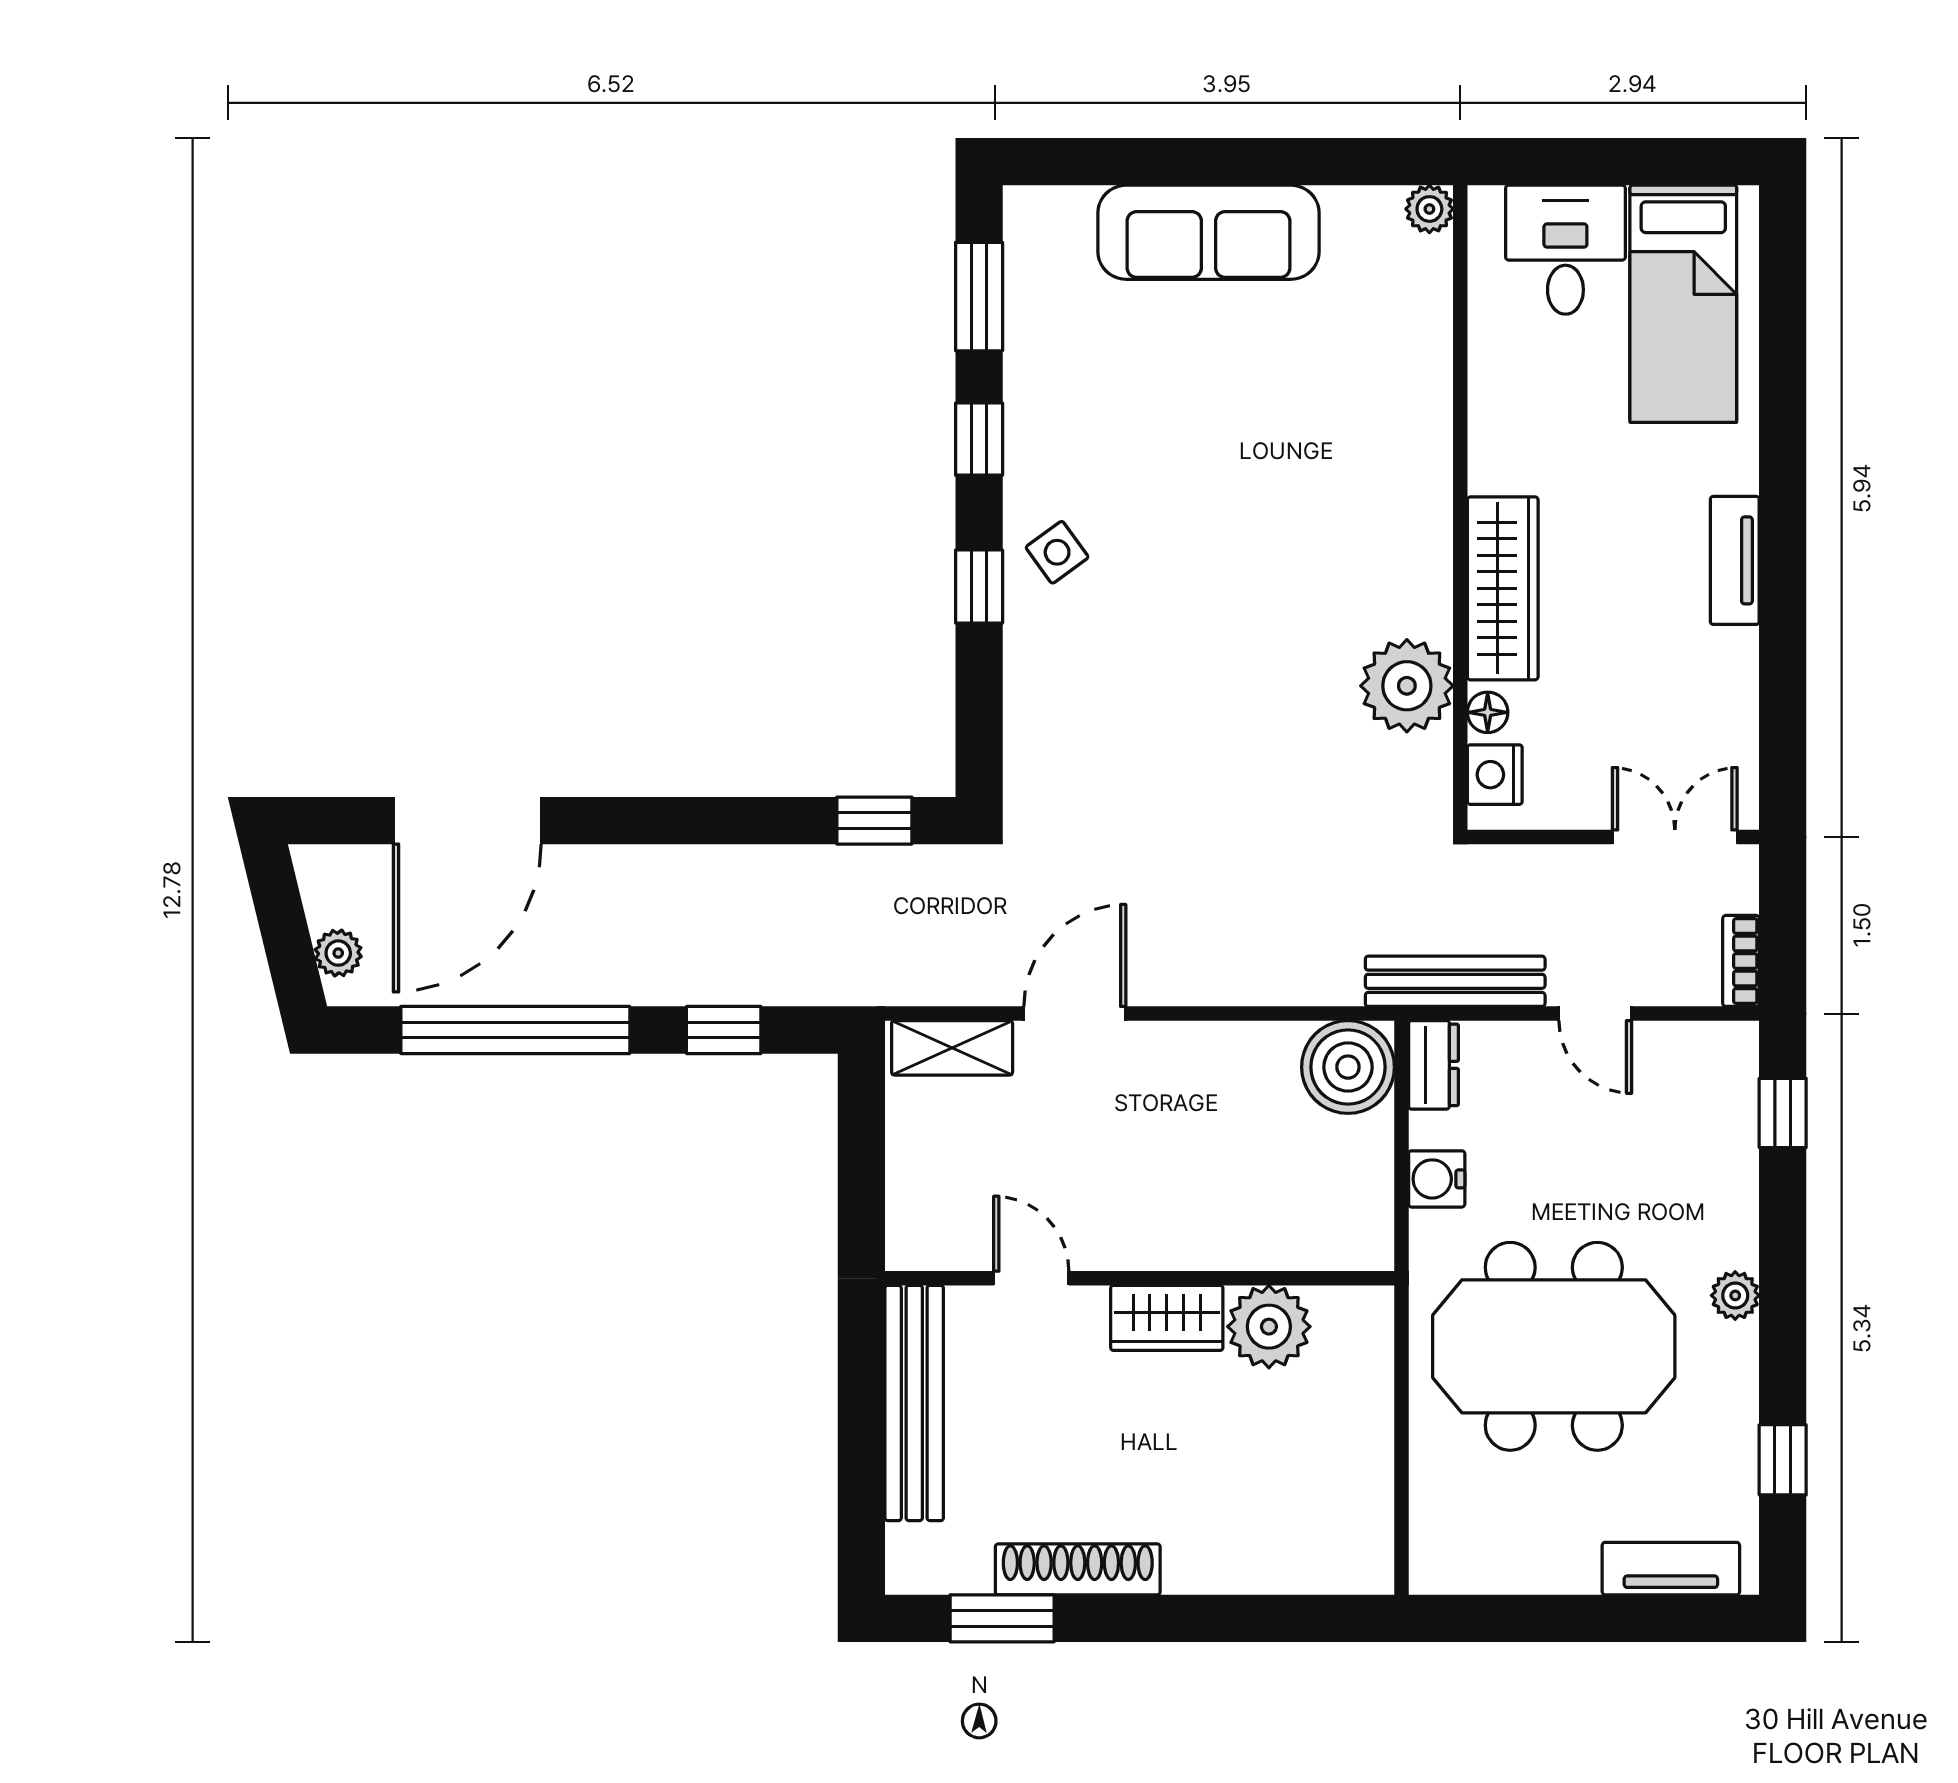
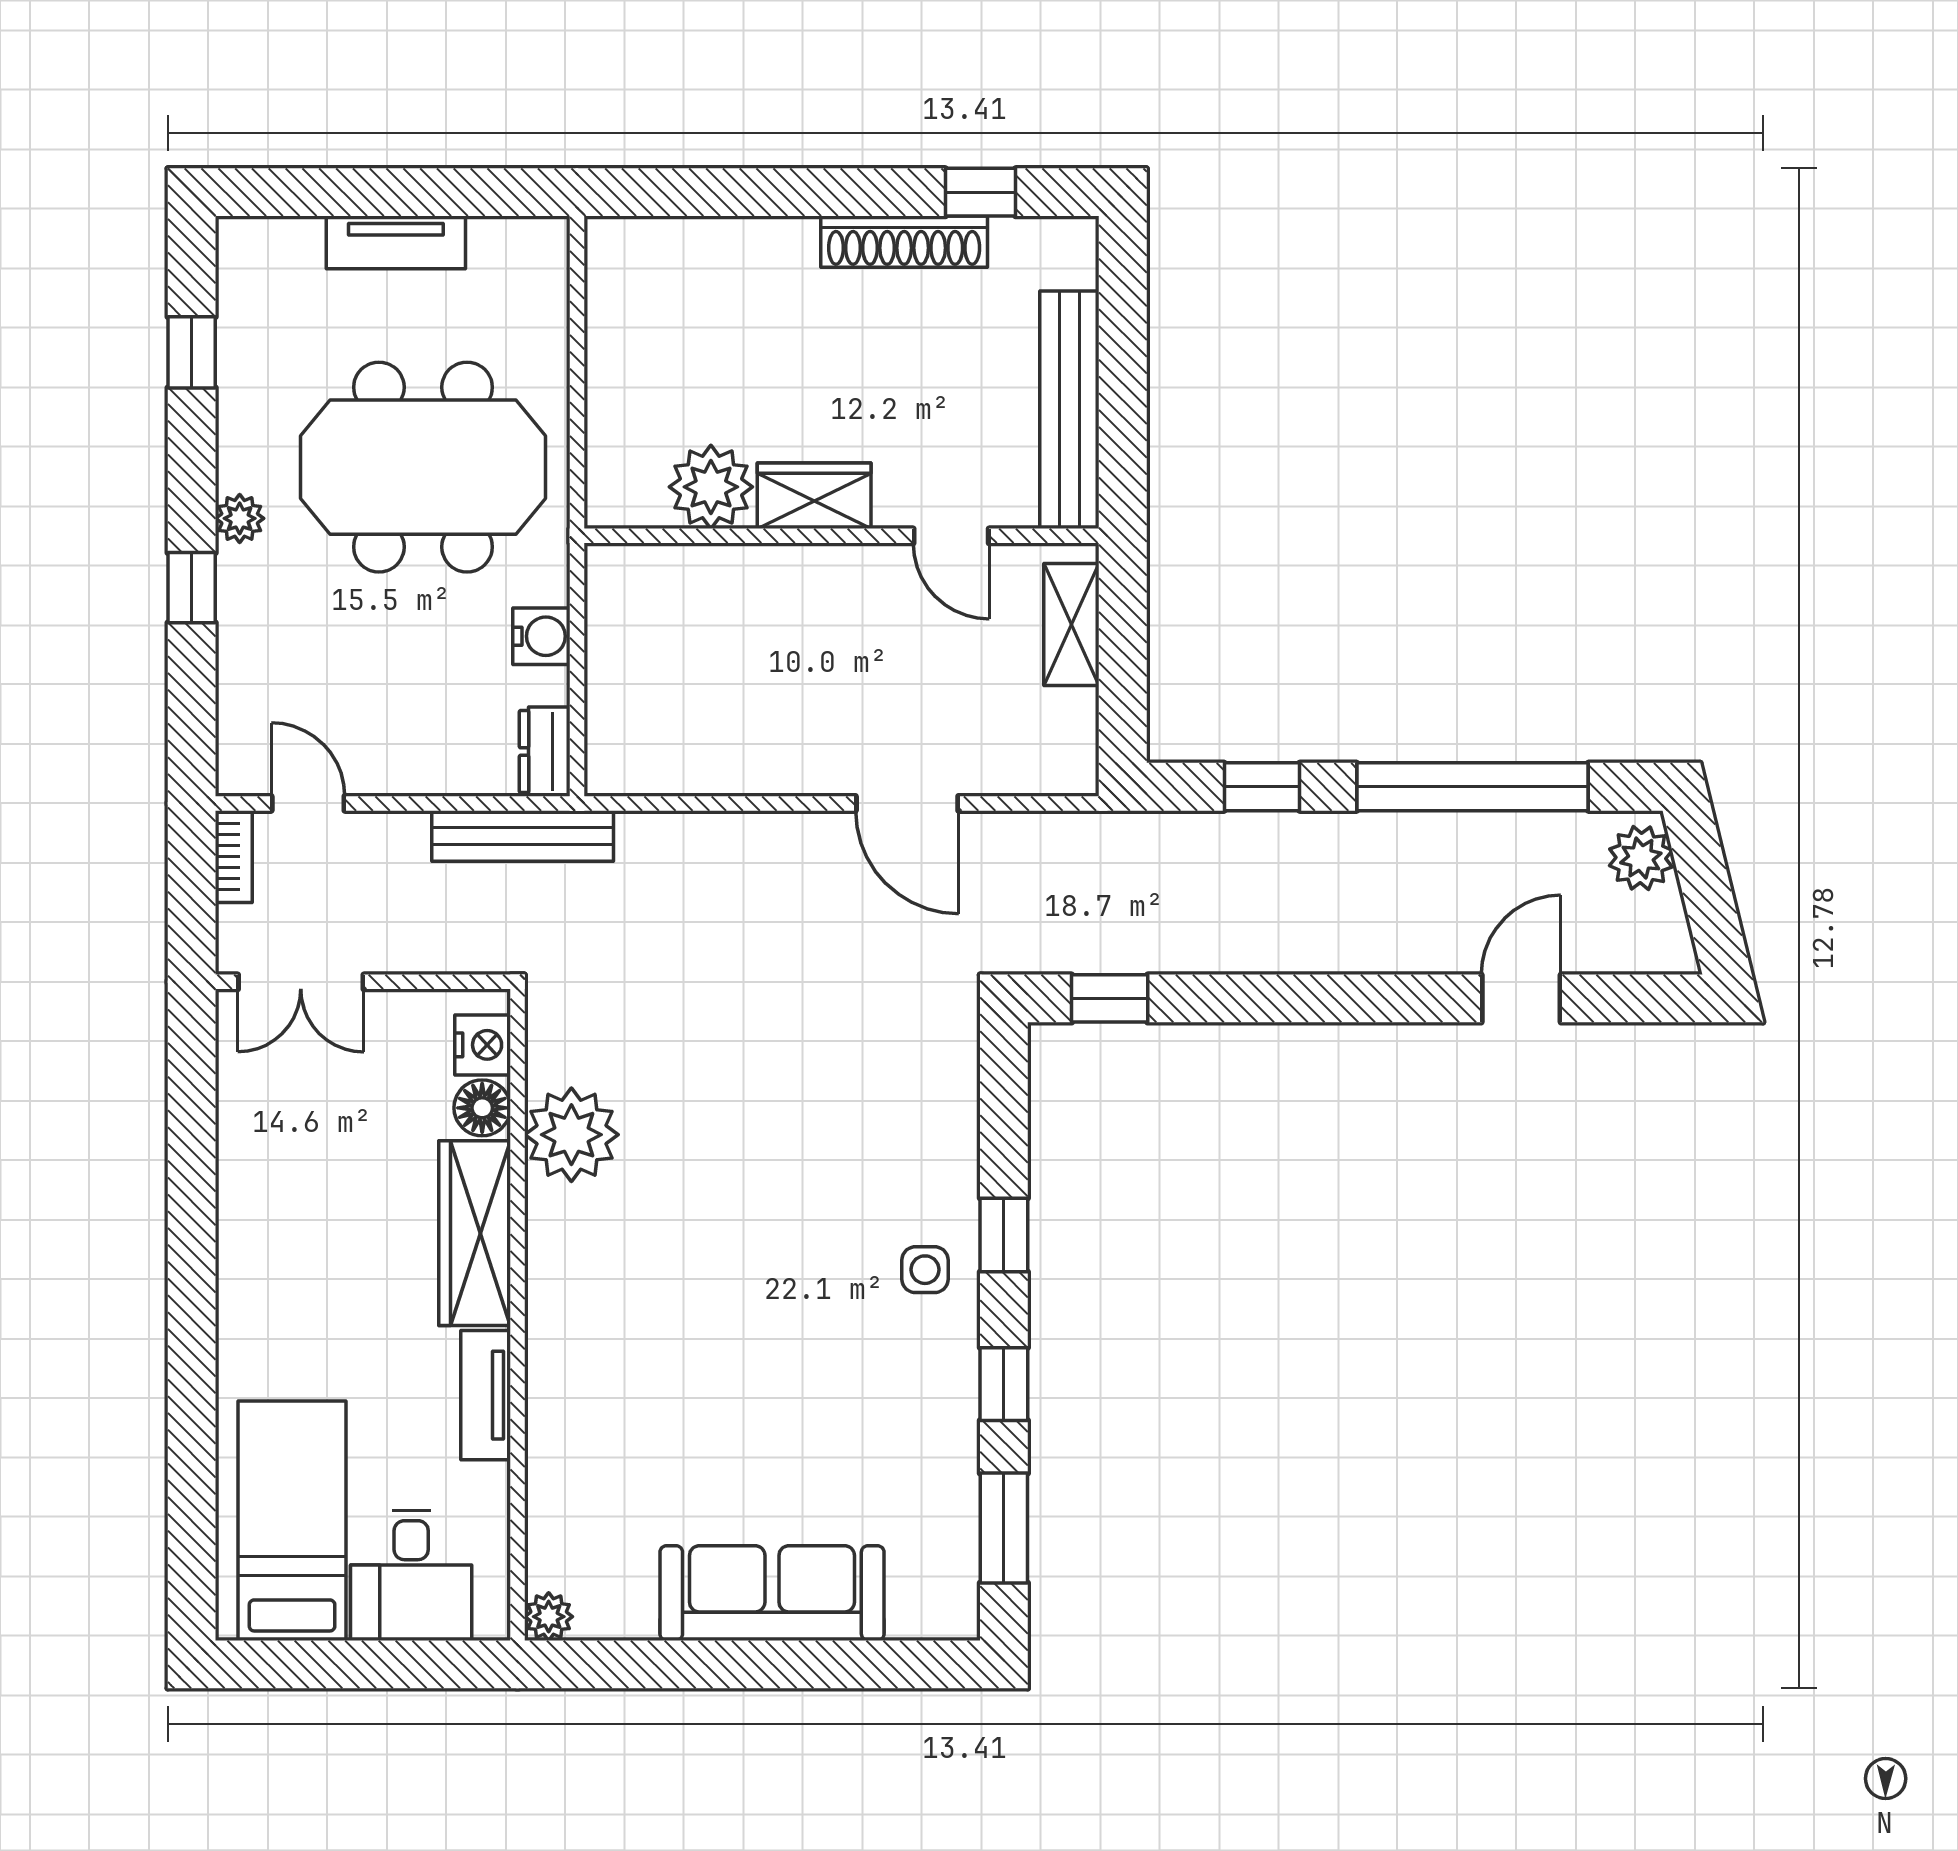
side table: (1057, 552) -> (925, 1270), turned 36
tv unit: (1735, 560) -> (486, 1395), moved, turned 180
floor lamp: (1488, 712) -> (482, 1108), width x1.37, depth x1.37
door: (467, 821) -> (1521, 998), width x0.53
plant: (338, 953) -> (1641, 858), width x1.38, depth x1.38
door: (1075, 1014) -> (907, 803), hinge flipped
door: (1595, 1014) -> (308, 803), moved
shelving: (952, 1048) -> (1071, 625), moved, turned 90
boiler: (1348, 1067) -> (631, 749), removed
window: (1783, 1113) -> (192, 588), moved
tv unit: (1671, 1569) -> (396, 242), moved
window: (1002, 1618) -> (981, 192), width x0.67

